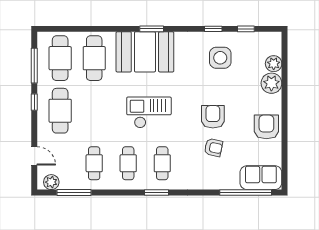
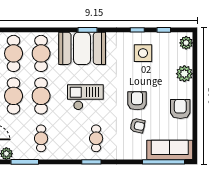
plant: (274, 64) -> (186, 43), moved
cafe table: (128, 163) -> (41, 96), moved, width x1.37, depth x1.35
sofa: (261, 178) -> (170, 150), width x1.36

